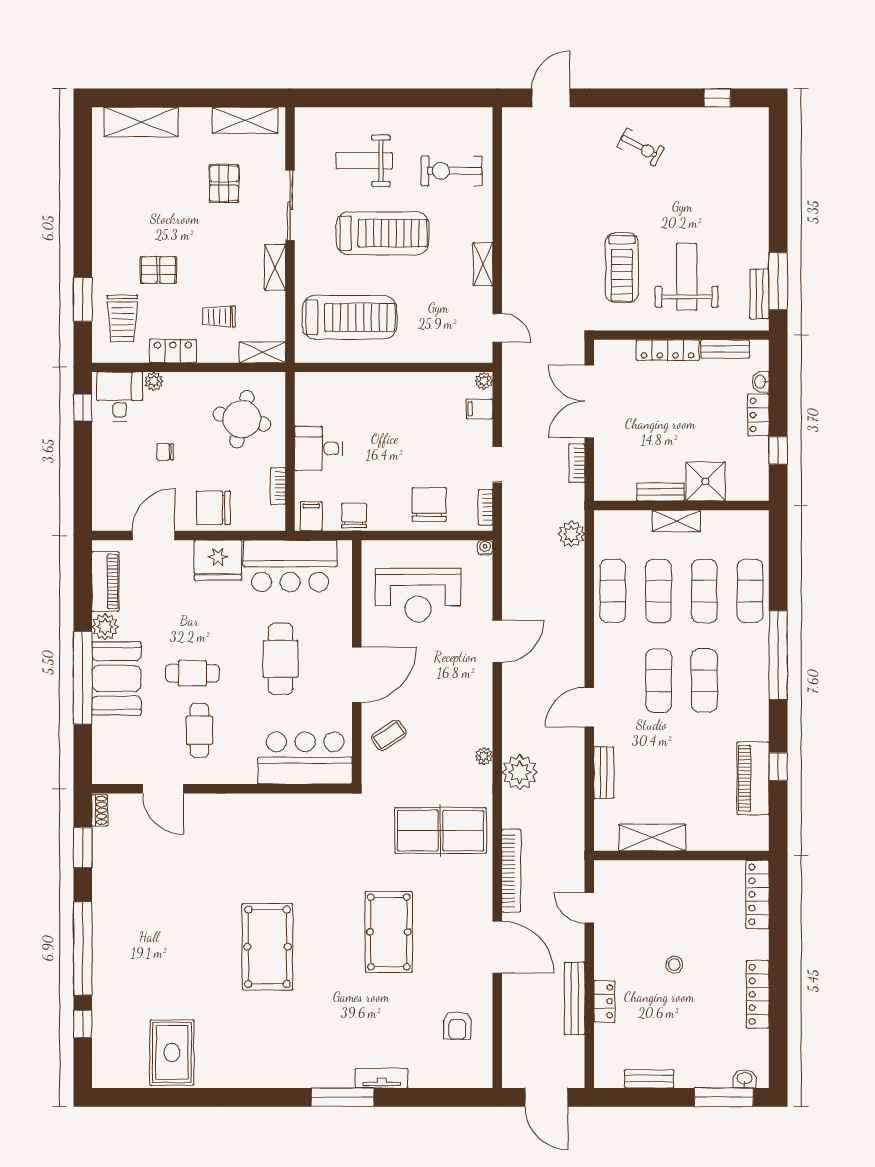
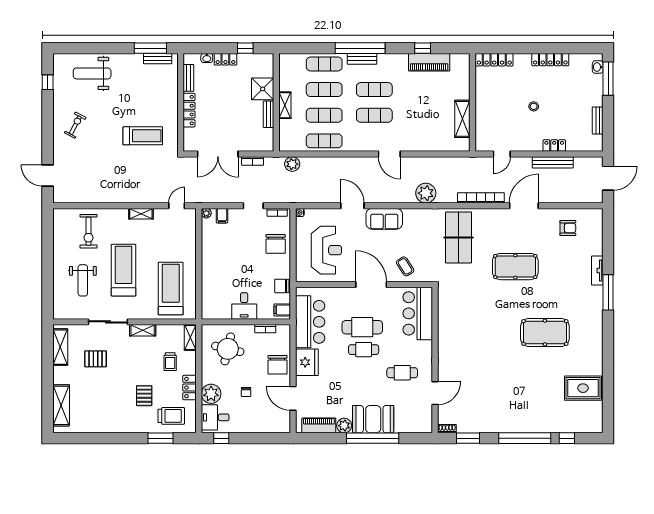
weight bench: (687, 277) -> (92, 73), moved
plant: (154, 381) -> (211, 394), width x1.88, depth x1.88
chair: (429, 505) -> (276, 244), turned -90
cafe table: (192, 673) -> (364, 350), moved, turned 90
sofa: (474, 698) -> (384, 219), added
plant: (484, 756) -> (417, 213), removed
bench: (604, 773) -> (362, 59), moved
pool table: (267, 947) -> (545, 333), moved

